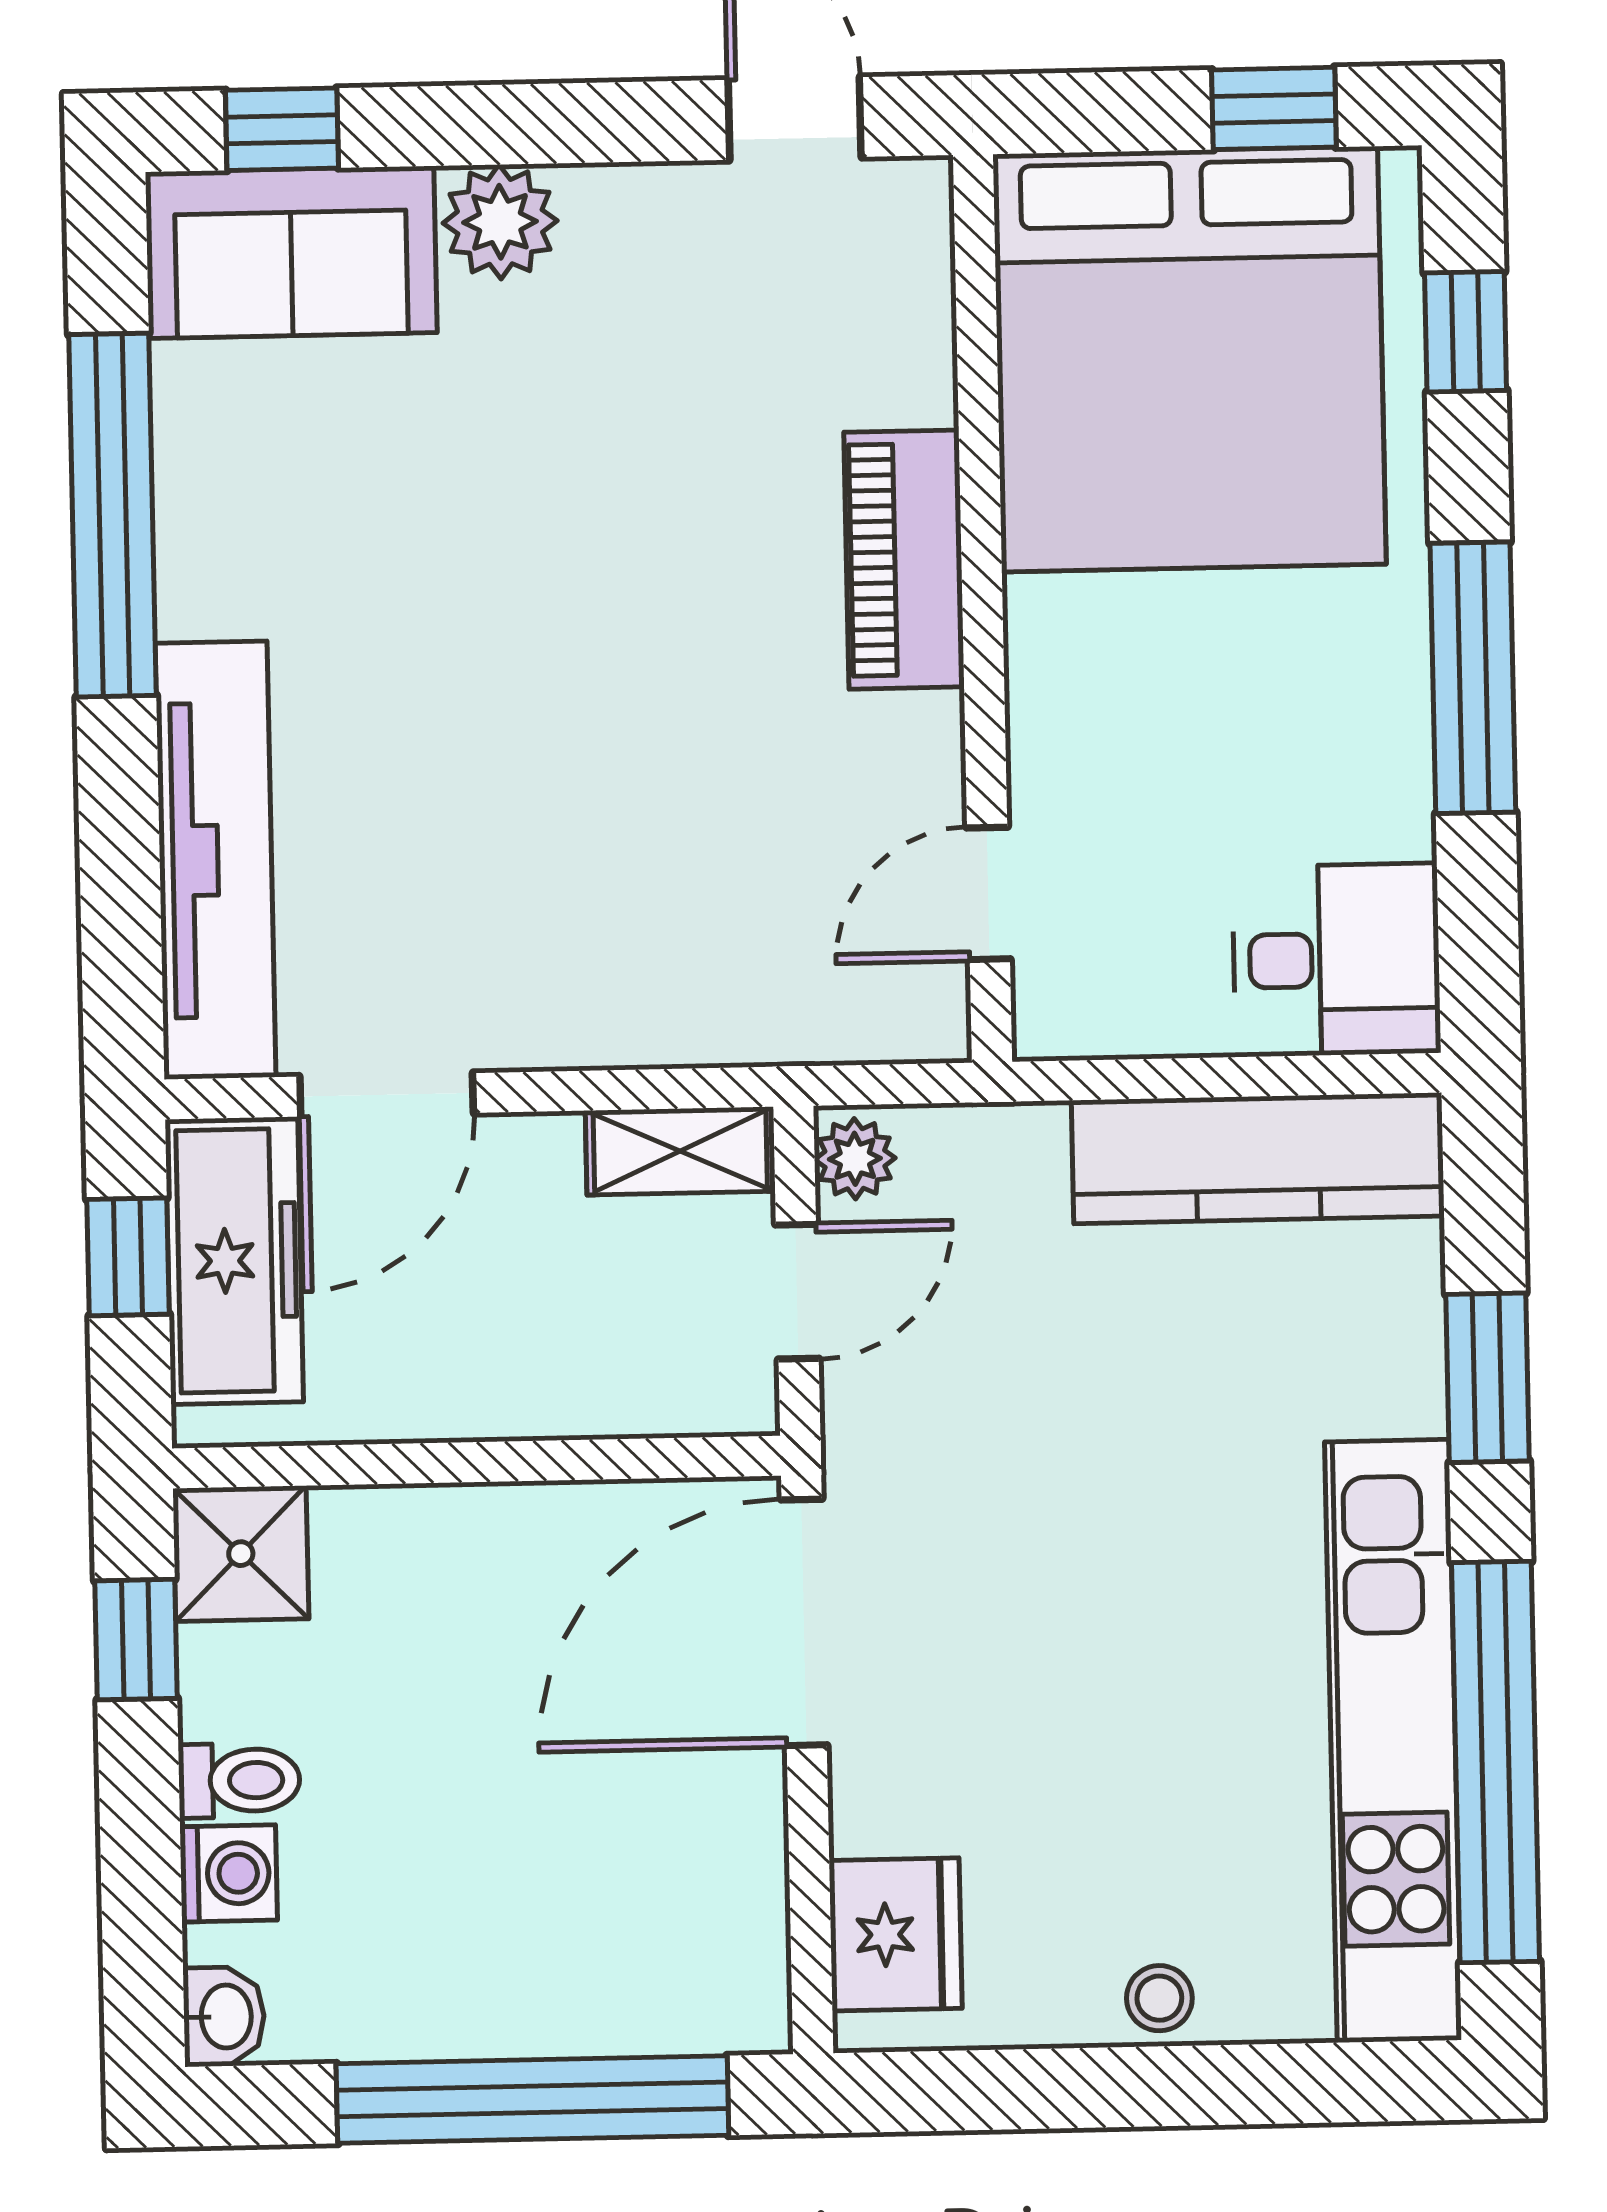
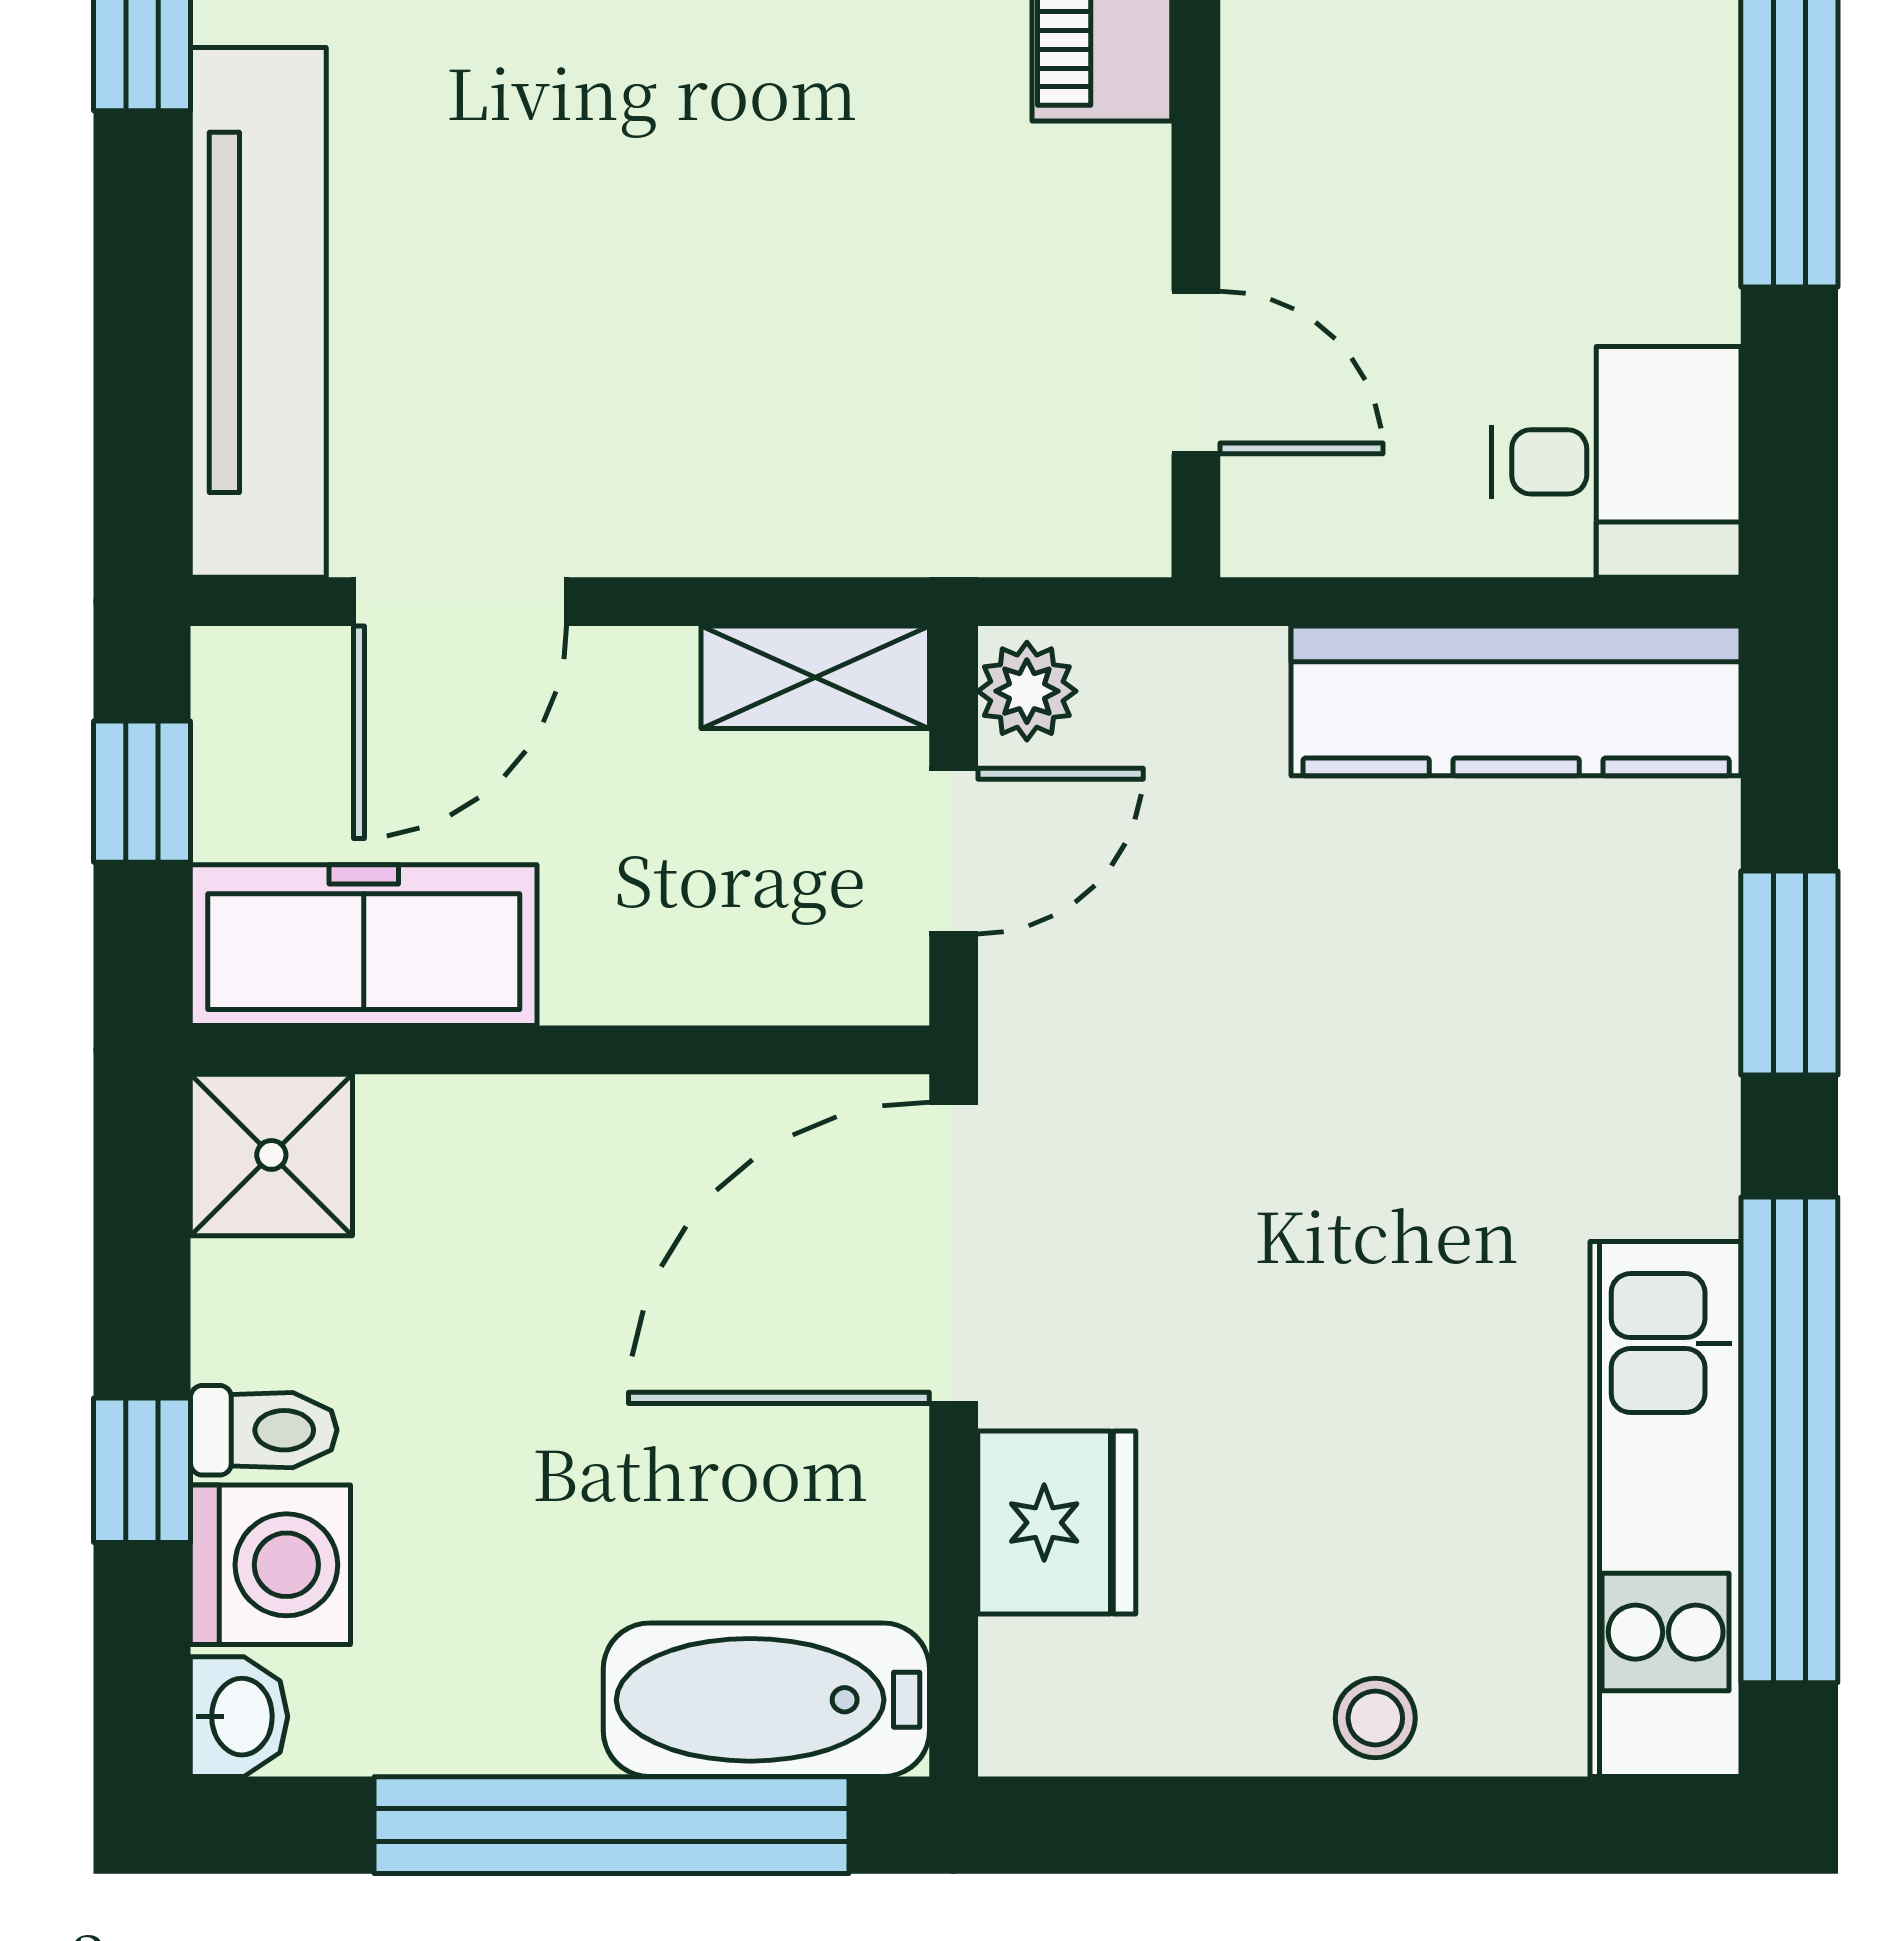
door: (988, 893) -> (1196, 372), swing flipped
freezer: (234, 1261) -> (364, 945), moved, turned -90
window: (136, 1640) -> (142, 1470), moved
kitchen unit: (1393, 1741) -> (1666, 1509), width x0.73
washing machine: (229, 1873) -> (270, 1565), width x1.38, depth x1.38
fridge: (896, 1934) -> (1057, 1523), moved
bathtub: (658, 1994) -> (766, 1700), added

